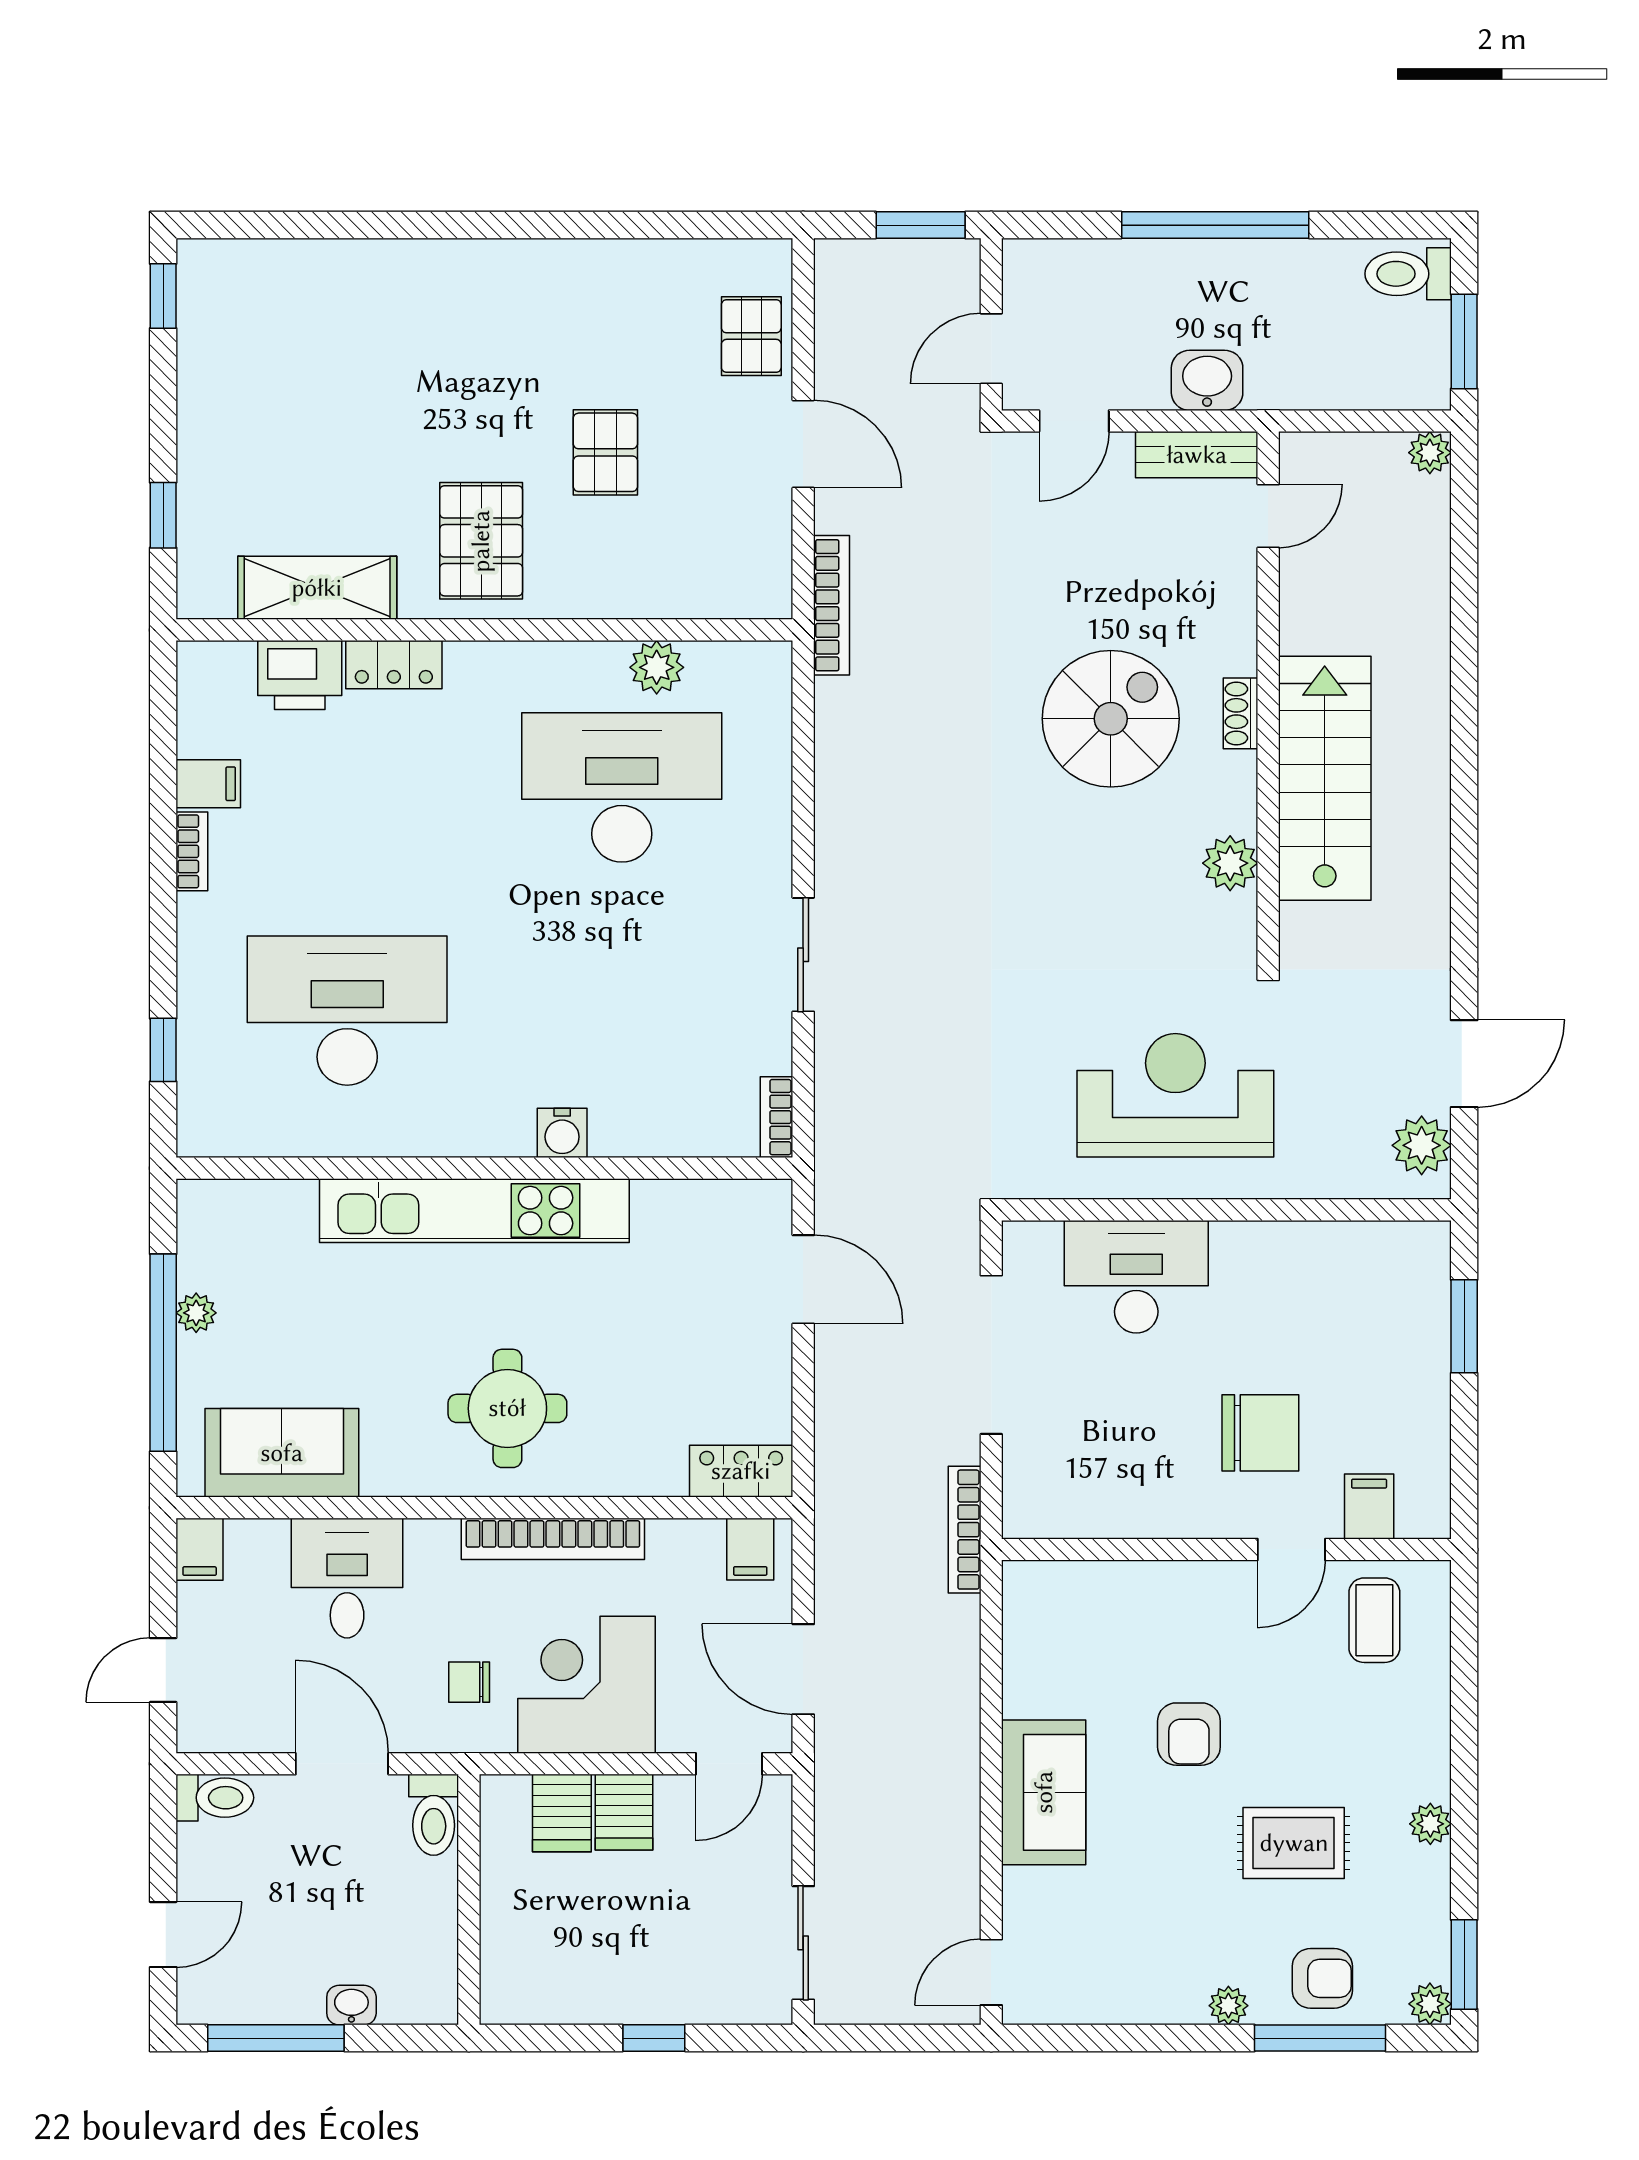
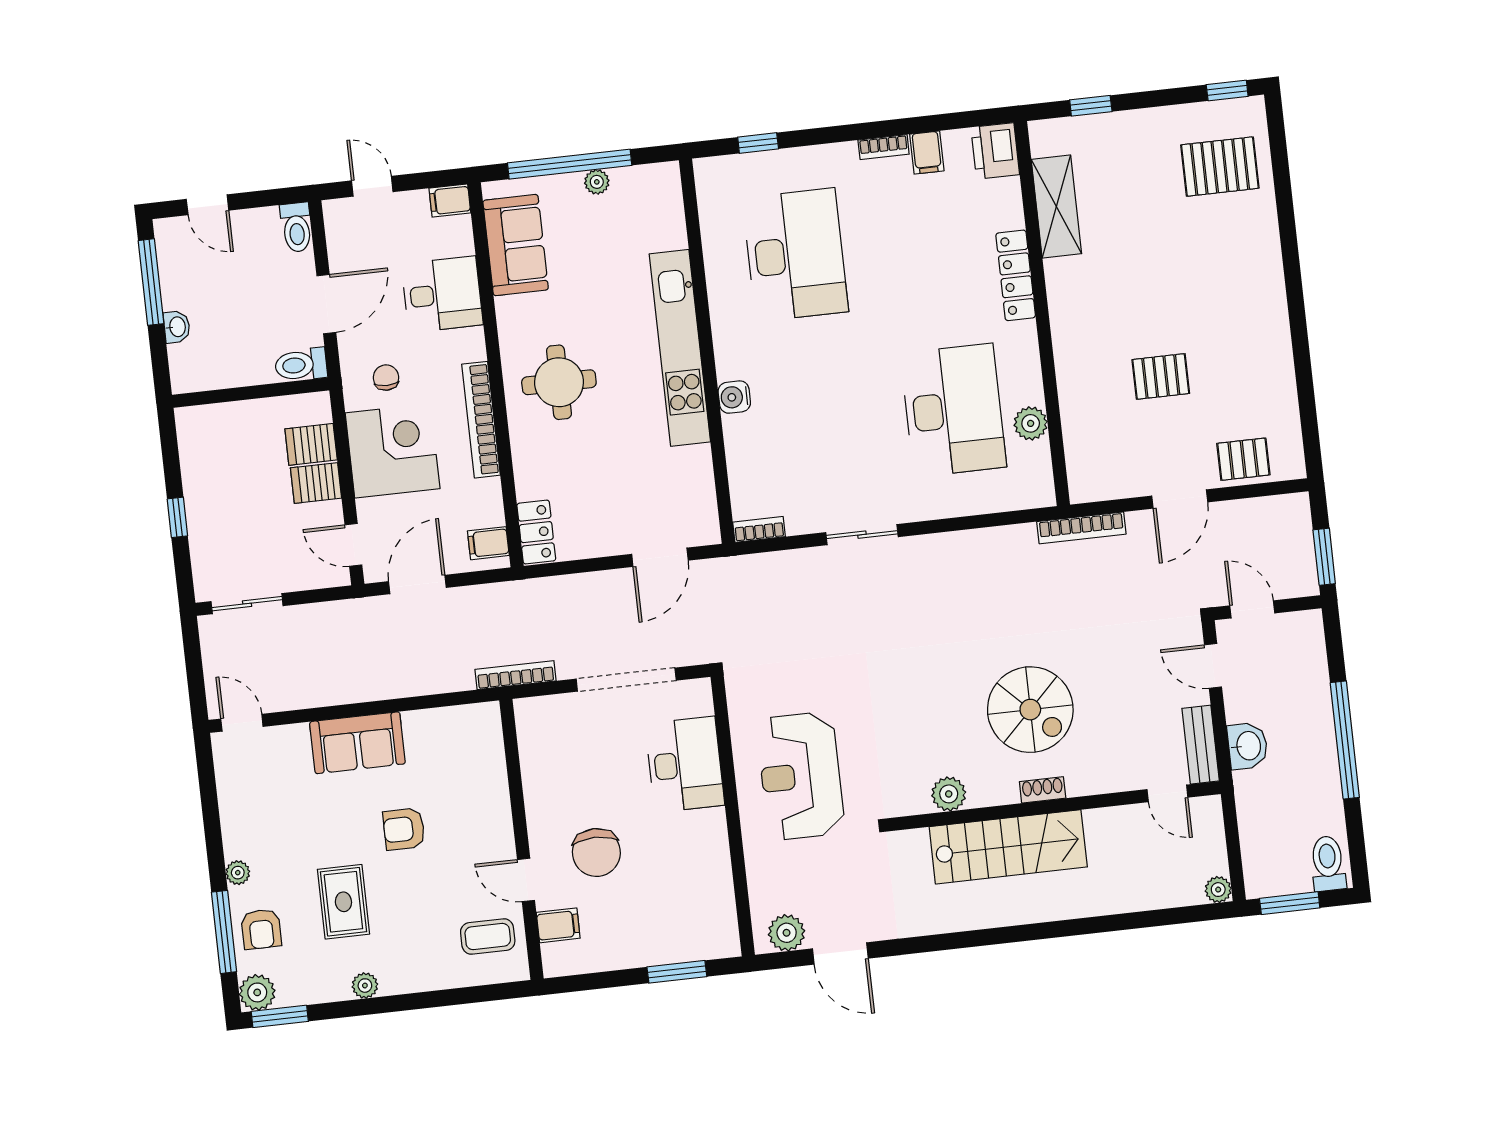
pallet: (481, 541) -> (1220, 167), moved
locker: (394, 665) -> (1016, 275), width x1.53
printer: (300, 675) -> (995, 151), moved
reception desk: (1175, 1095) -> (801, 776), turned 180
plant: (1430, 2004) -> (257, 992), width x1.38, depth x1.38

